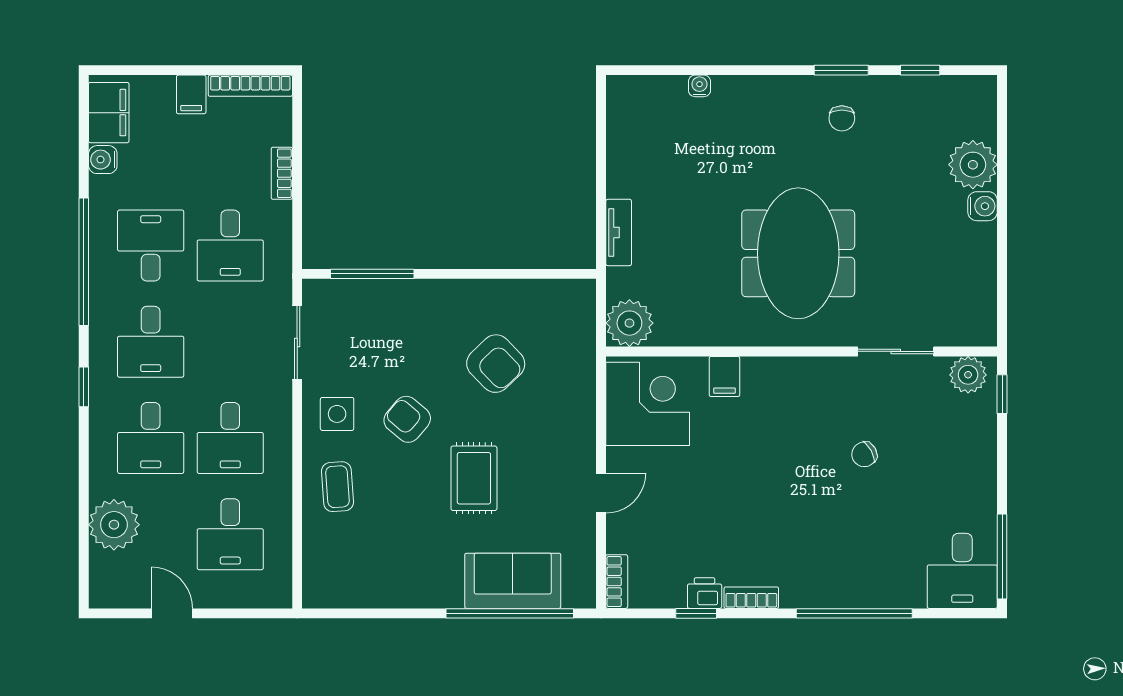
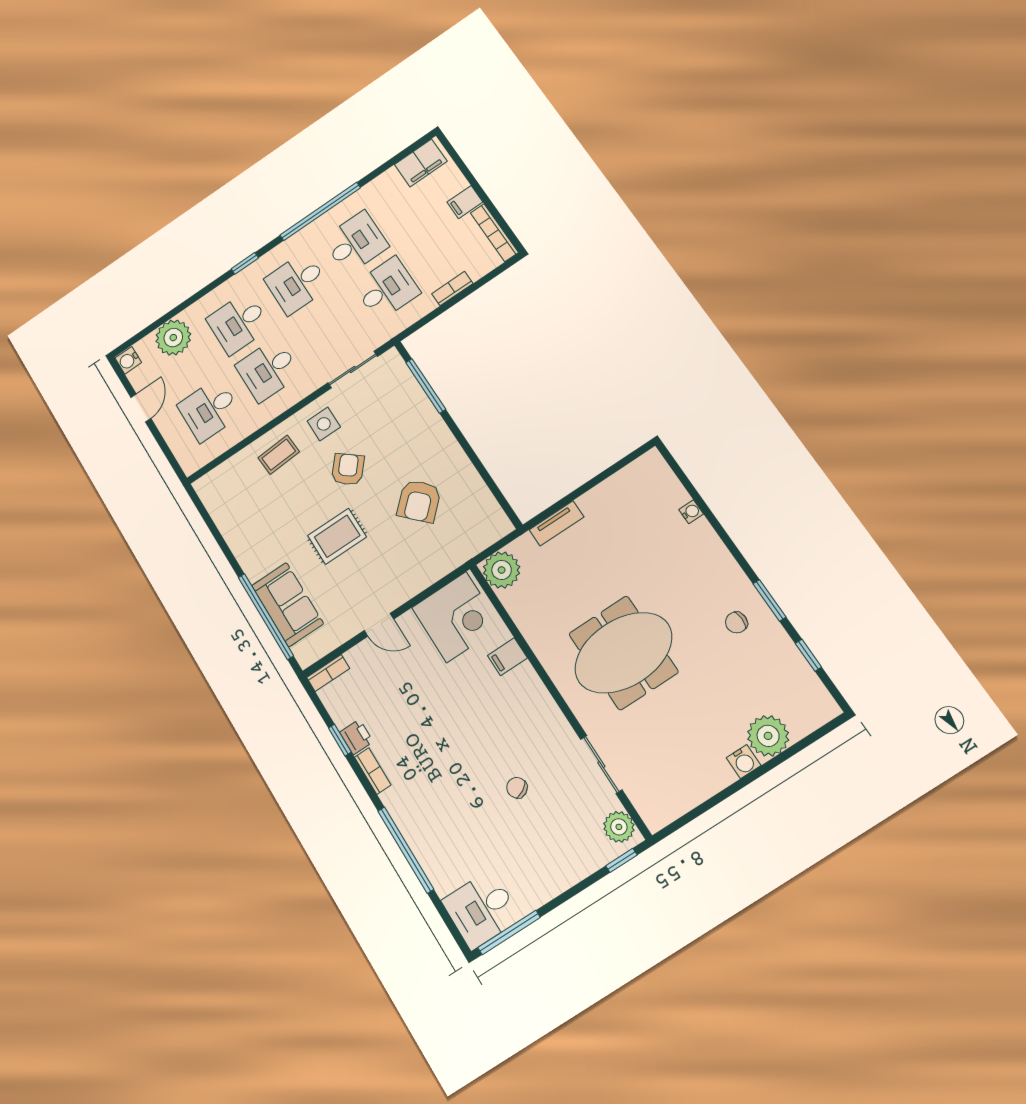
water cooler: (103, 160) -> (128, 360), moved, turned -90
desk: (230, 246) -> (387, 289), turned 180

